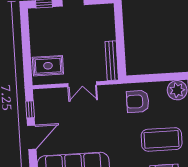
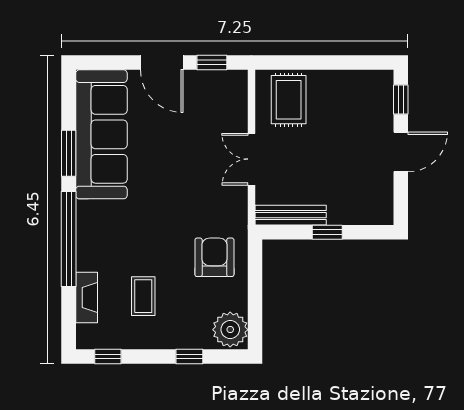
window: (120, 40) -> (327, 232), added
coffee table: (162, 139) -> (143, 296), width x0.54, depth x0.58

